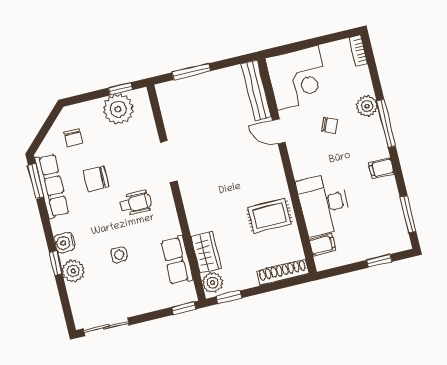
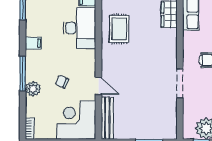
rug: (269, 216) -> (119, 29), turned 90

